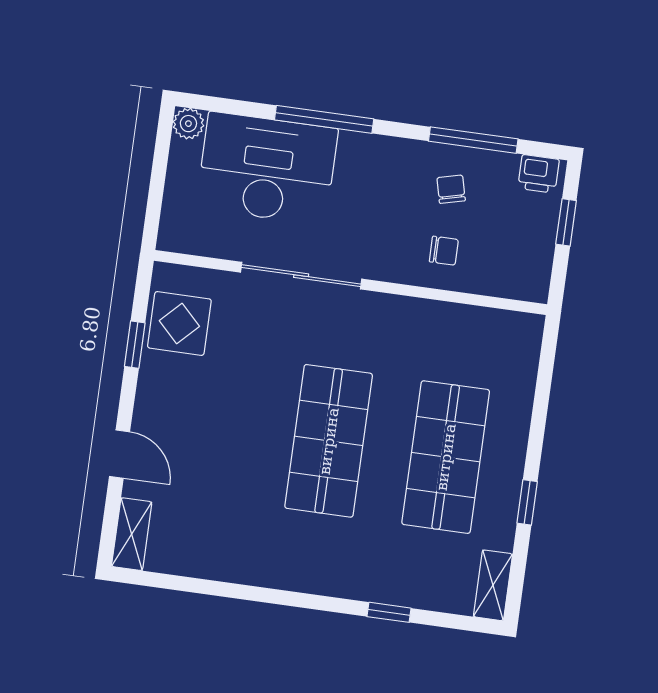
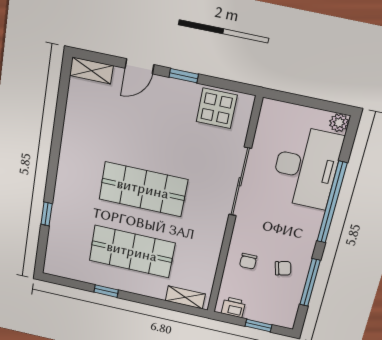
window: (324, 119) -> (332, 202), width x1.46
printer: (539, 174) -> (233, 307), moved, turned 90
window: (135, 345) -> (184, 76), moved
shelving: (493, 585) -> (185, 297), moved

